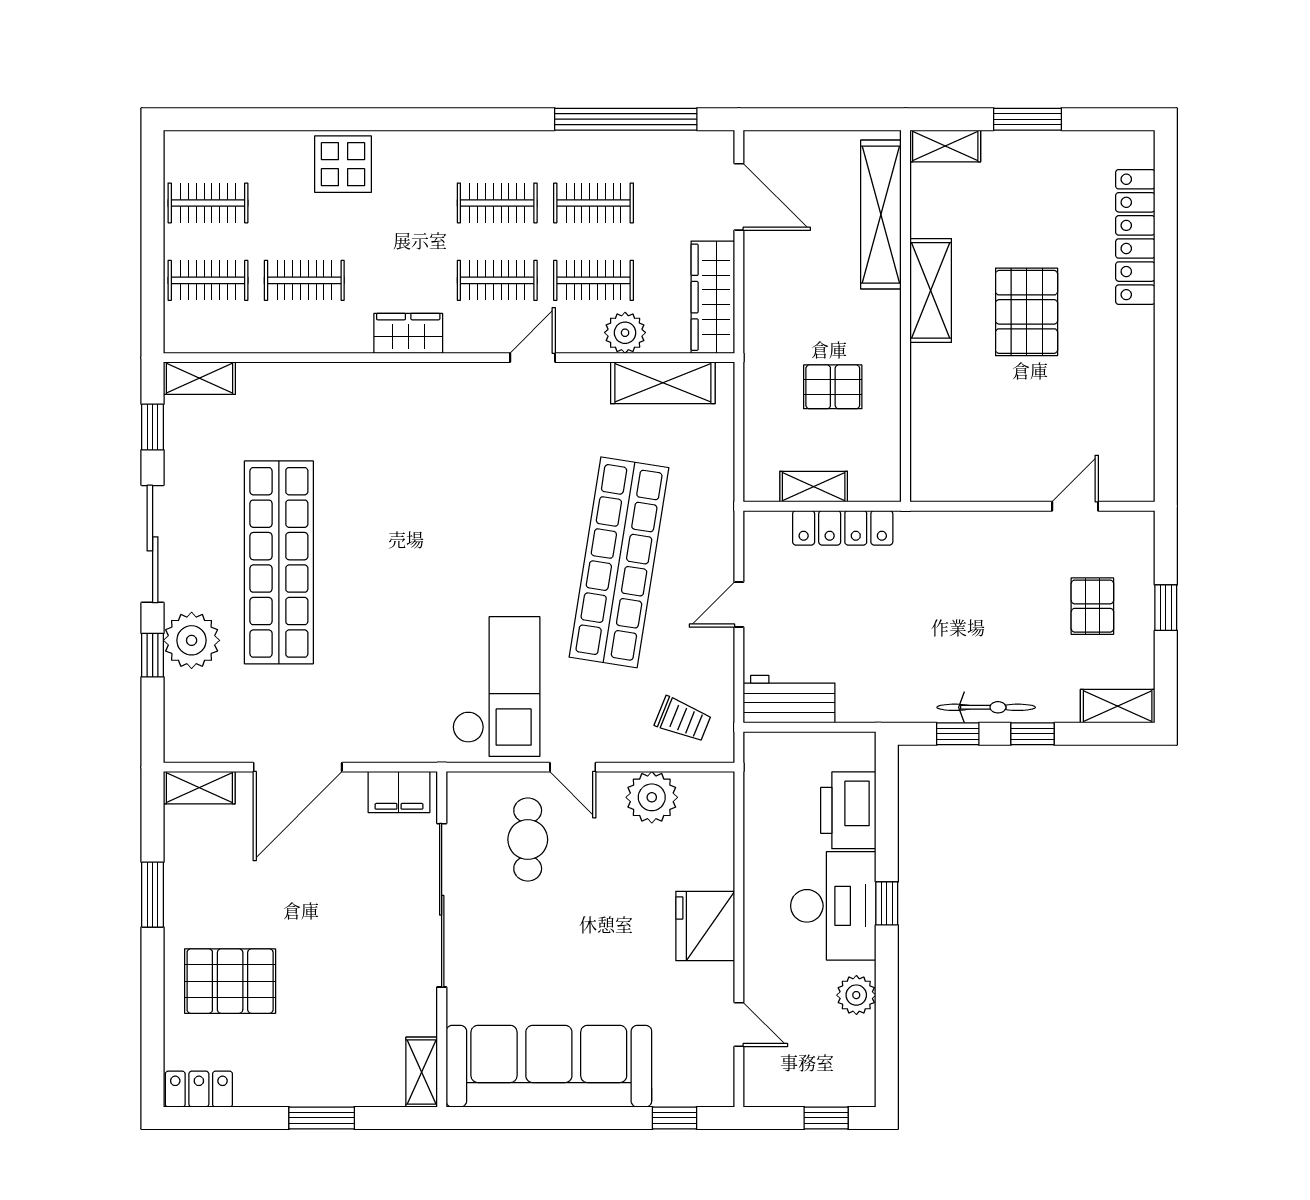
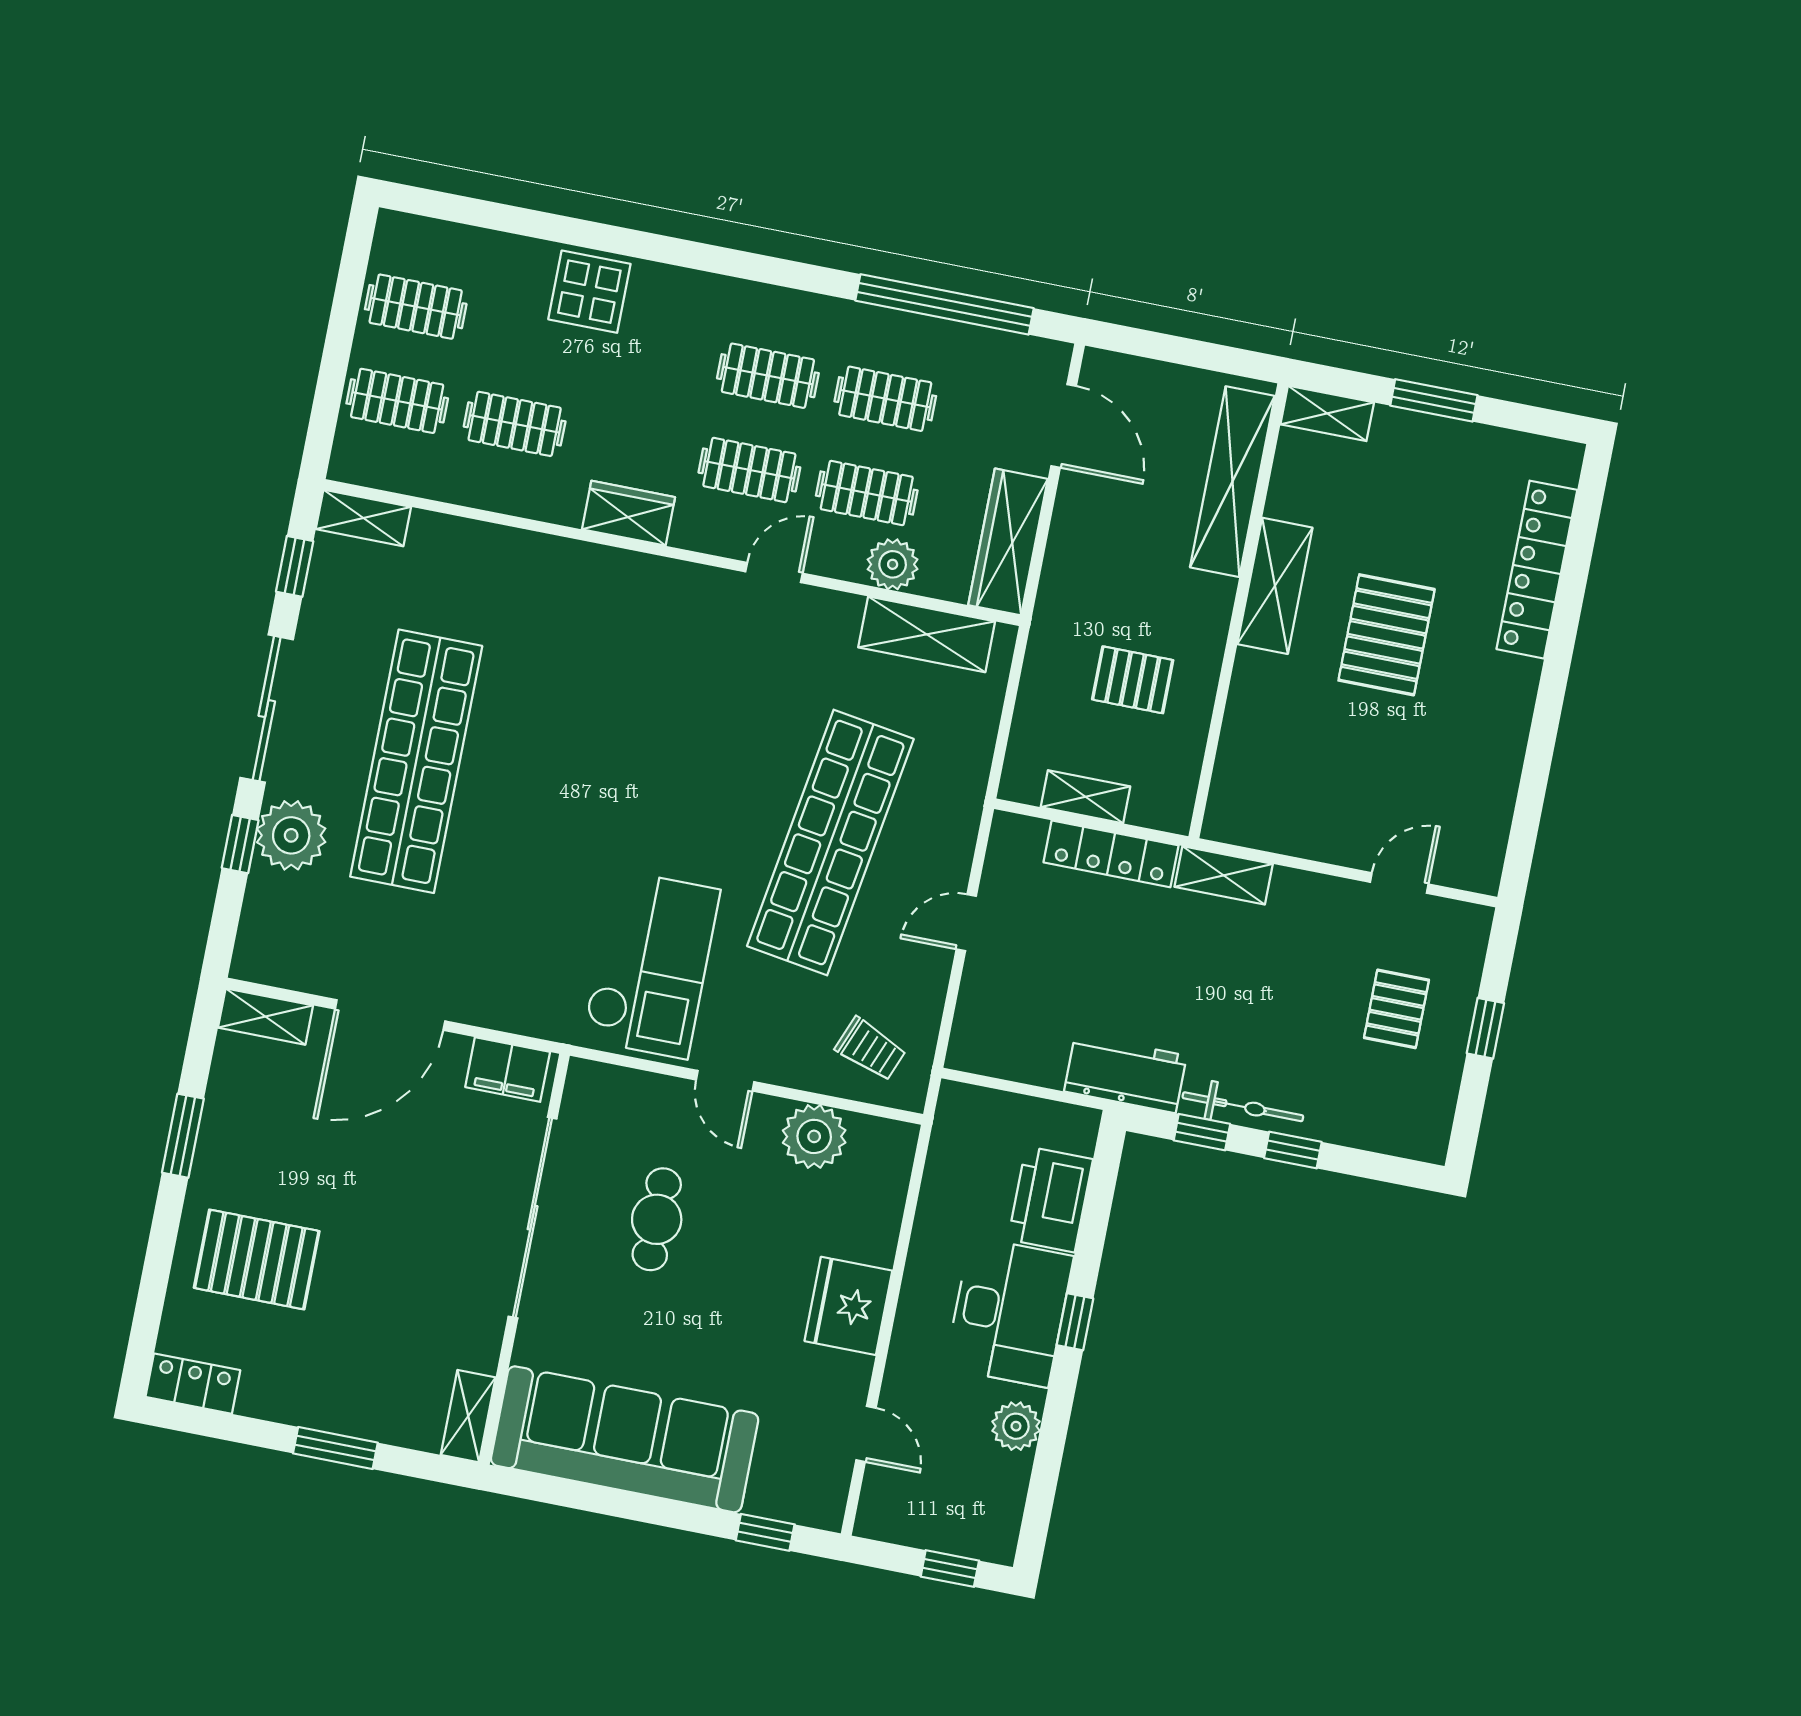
workbench: (789, 699) -> (1125, 1073), moved
shelving: (1118, 706) -> (1224, 875), moved
cafe table: (528, 839) -> (657, 1219), moved

